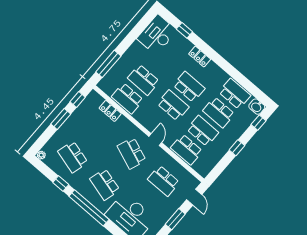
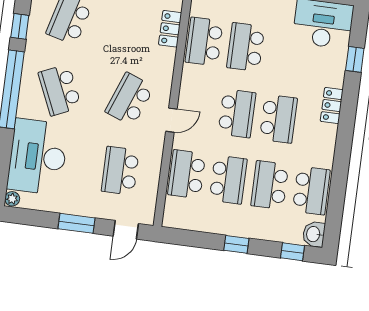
school desk: (105, 184) -> (60, 90), turned -39

